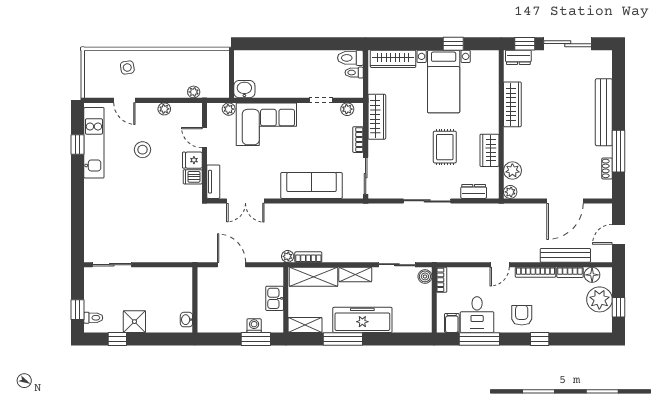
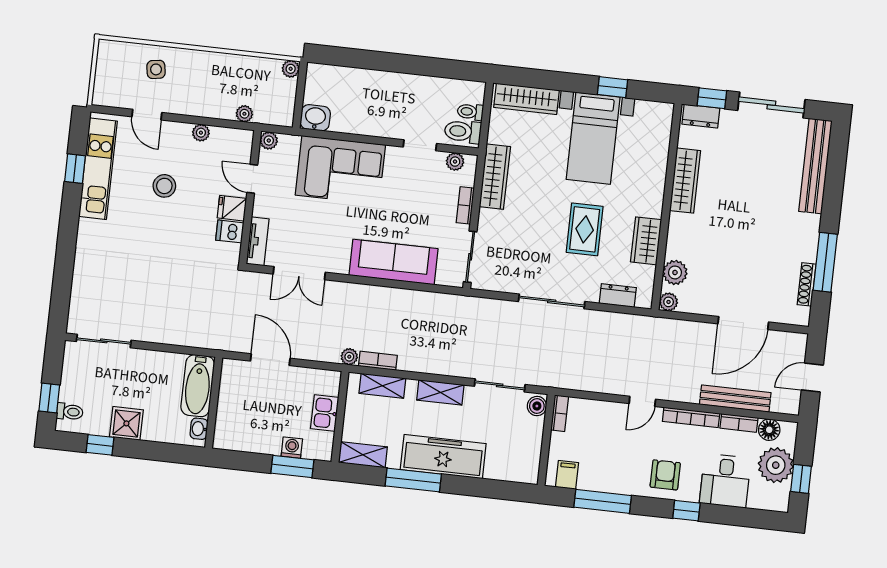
plant: (223, 56) -> (291, 69), added
toilet: (350, 58) -> (463, 132), moved
plant: (229, 109) -> (269, 141), moved
bench: (604, 112) -> (815, 166), moved
shoe rack: (607, 168) -> (807, 284), width x1.43
shelving: (314, 277) -> (382, 386), width x0.67, depth x0.75
bathtub: (182, 289) -> (198, 386), added
desk: (477, 315) -> (725, 481), moved

